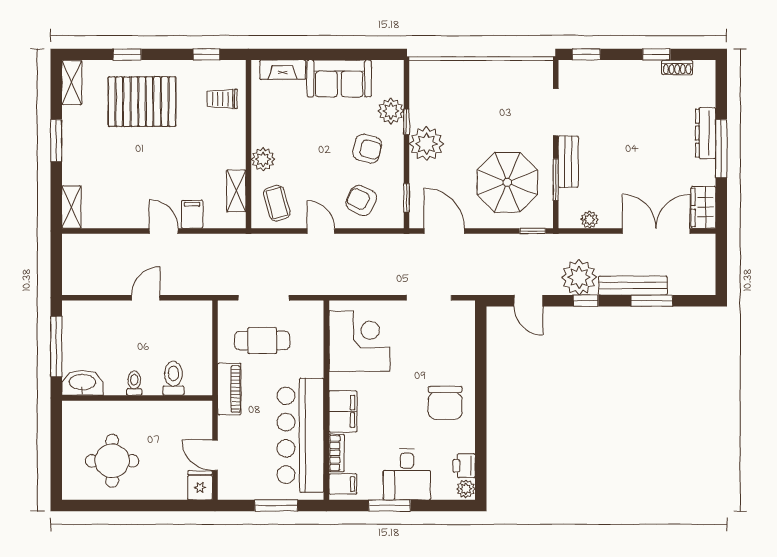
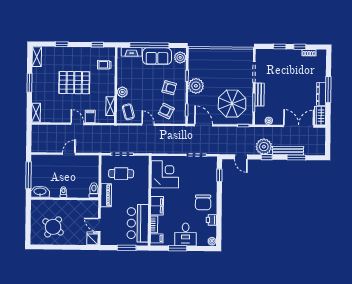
window: (322, 54) -> (149, 45), added
window: (586, 54) -> (280, 47), moved
pallet: (142, 102) -> (74, 83), moved
plant: (391, 111) -> (180, 57), moved
dresser: (706, 133) -> (321, 94), moved
window: (481, 342) -> (219, 175), added
toilet: (173, 378) -> (94, 190), moved
bar counter: (300, 435) -> (138, 223), width x0.73
round table: (112, 461) -> (53, 227), turned 36
printer: (464, 466) -> (211, 220), moved

